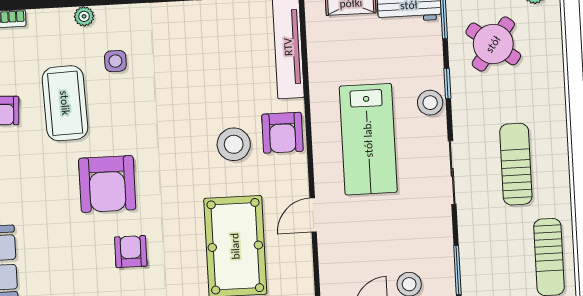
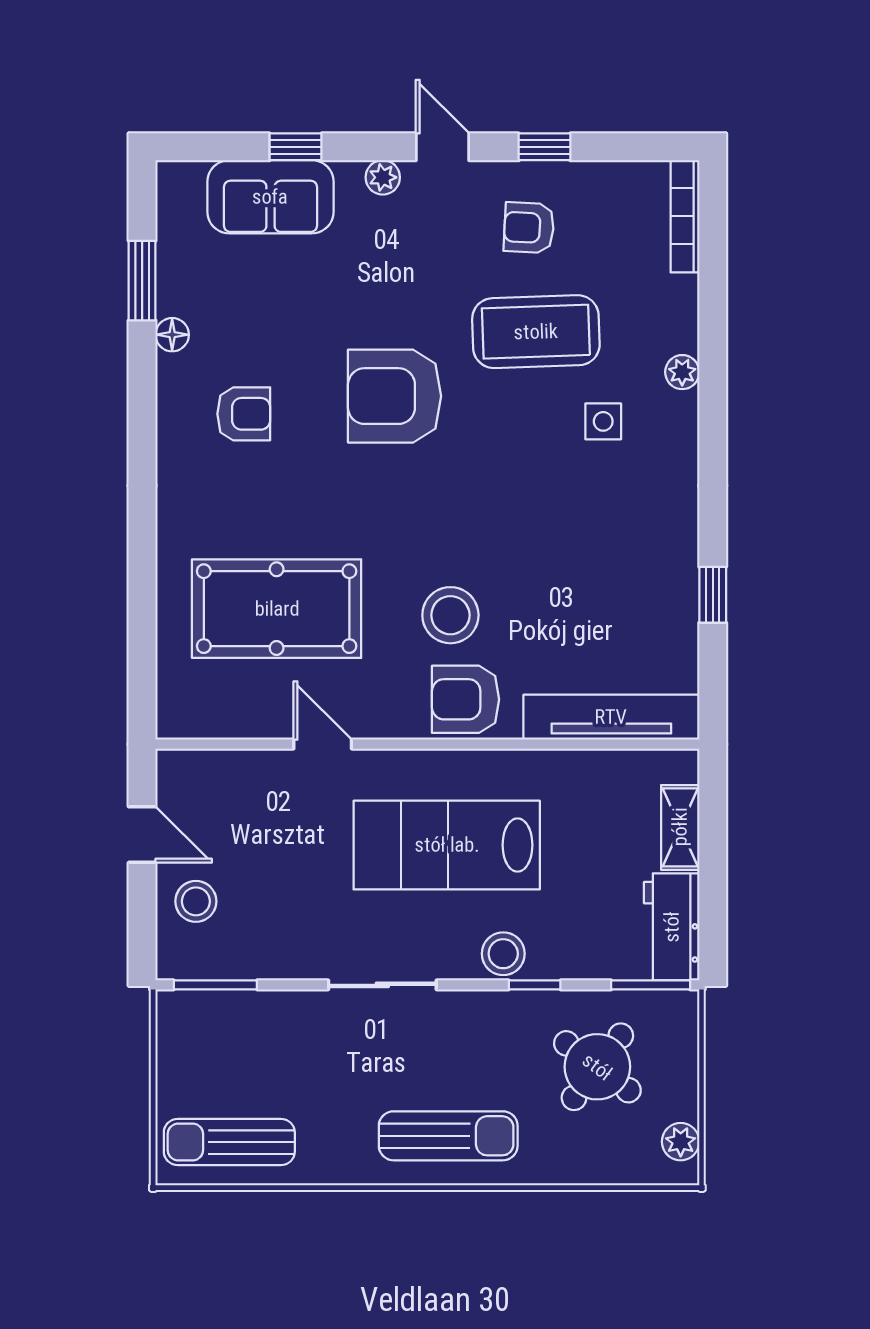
sun lounger: (516, 164) -> (448, 1136), moved
armchair: (131, 252) -> (244, 414), moved

